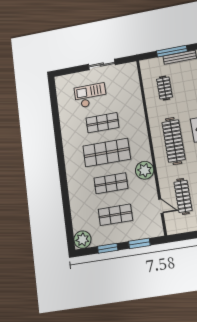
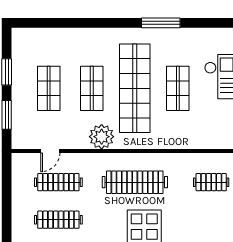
window: (59, 142) -> (161, 23), added
shop shelf: (107, 153) -> (135, 88), width x1.40
plant: (82, 240) -> (23, 39), removed

